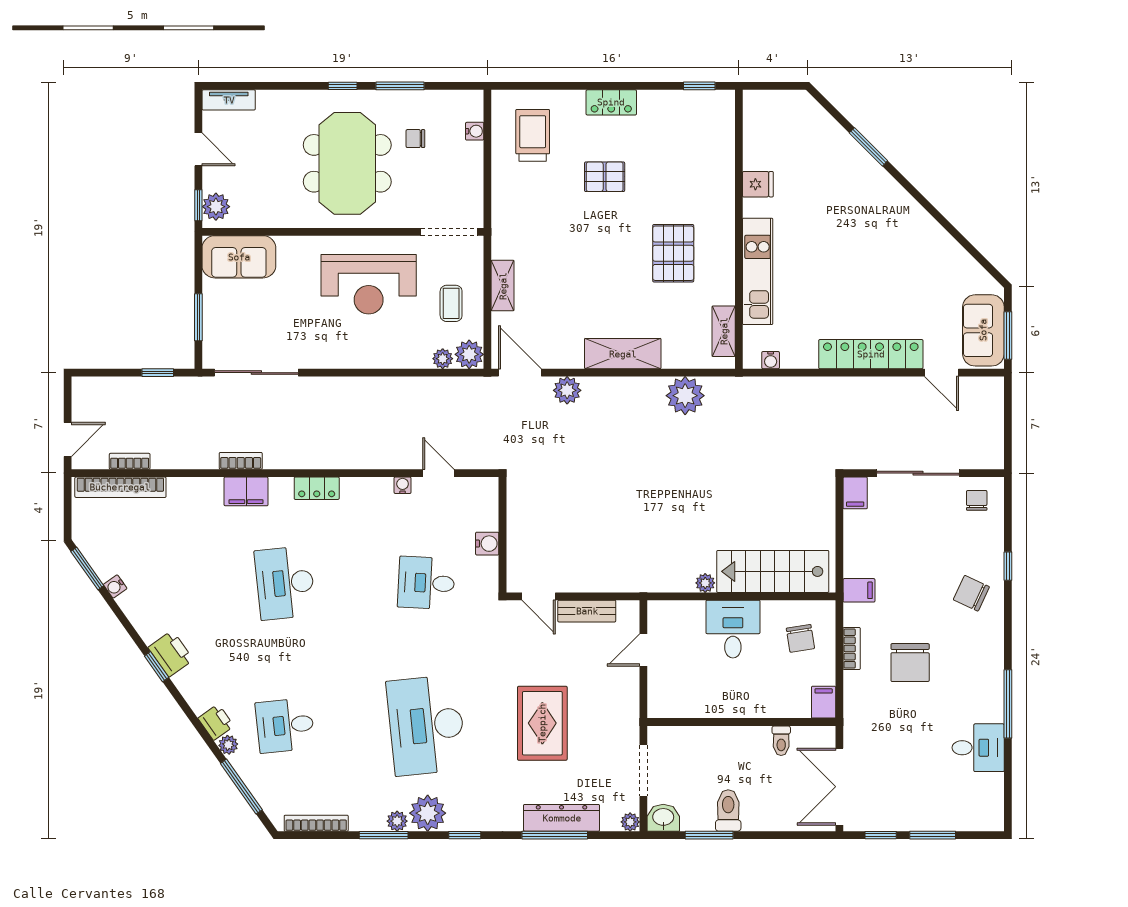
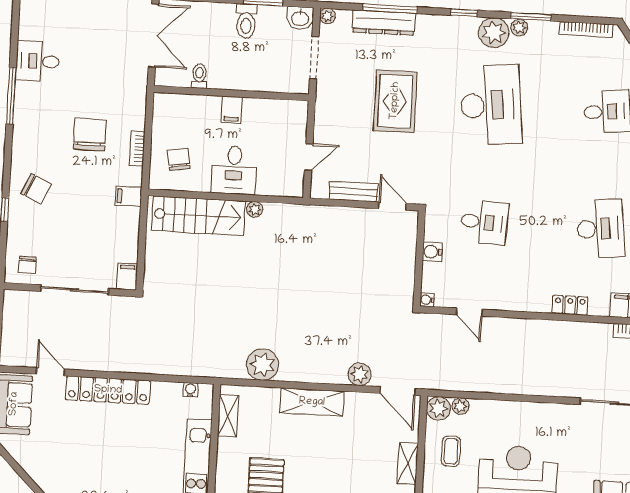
water cooler: (403, 485) -> (427, 300), moved, turned 90
filing cabinet: (824, 702) -> (232, 110), moved

